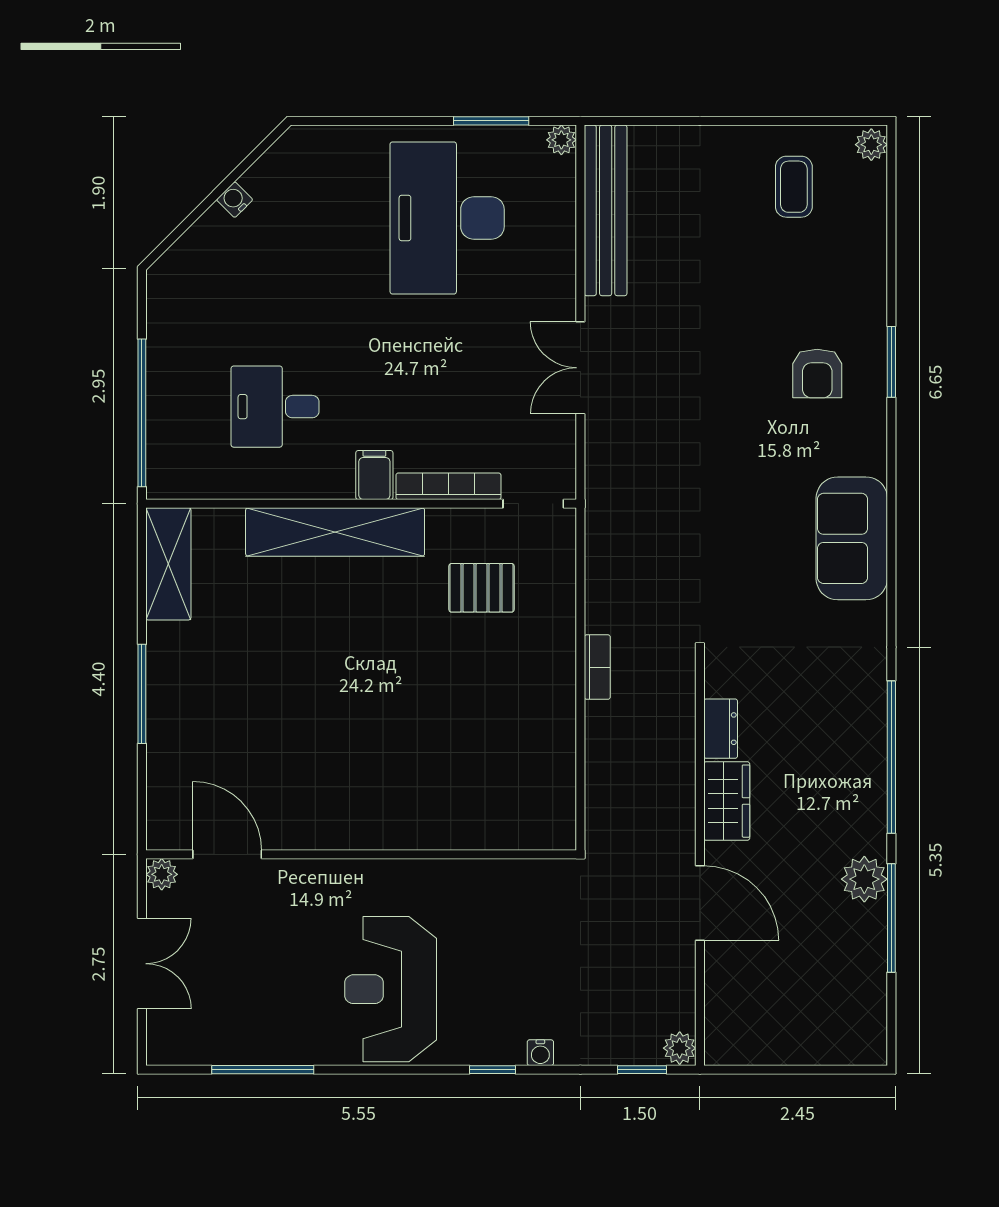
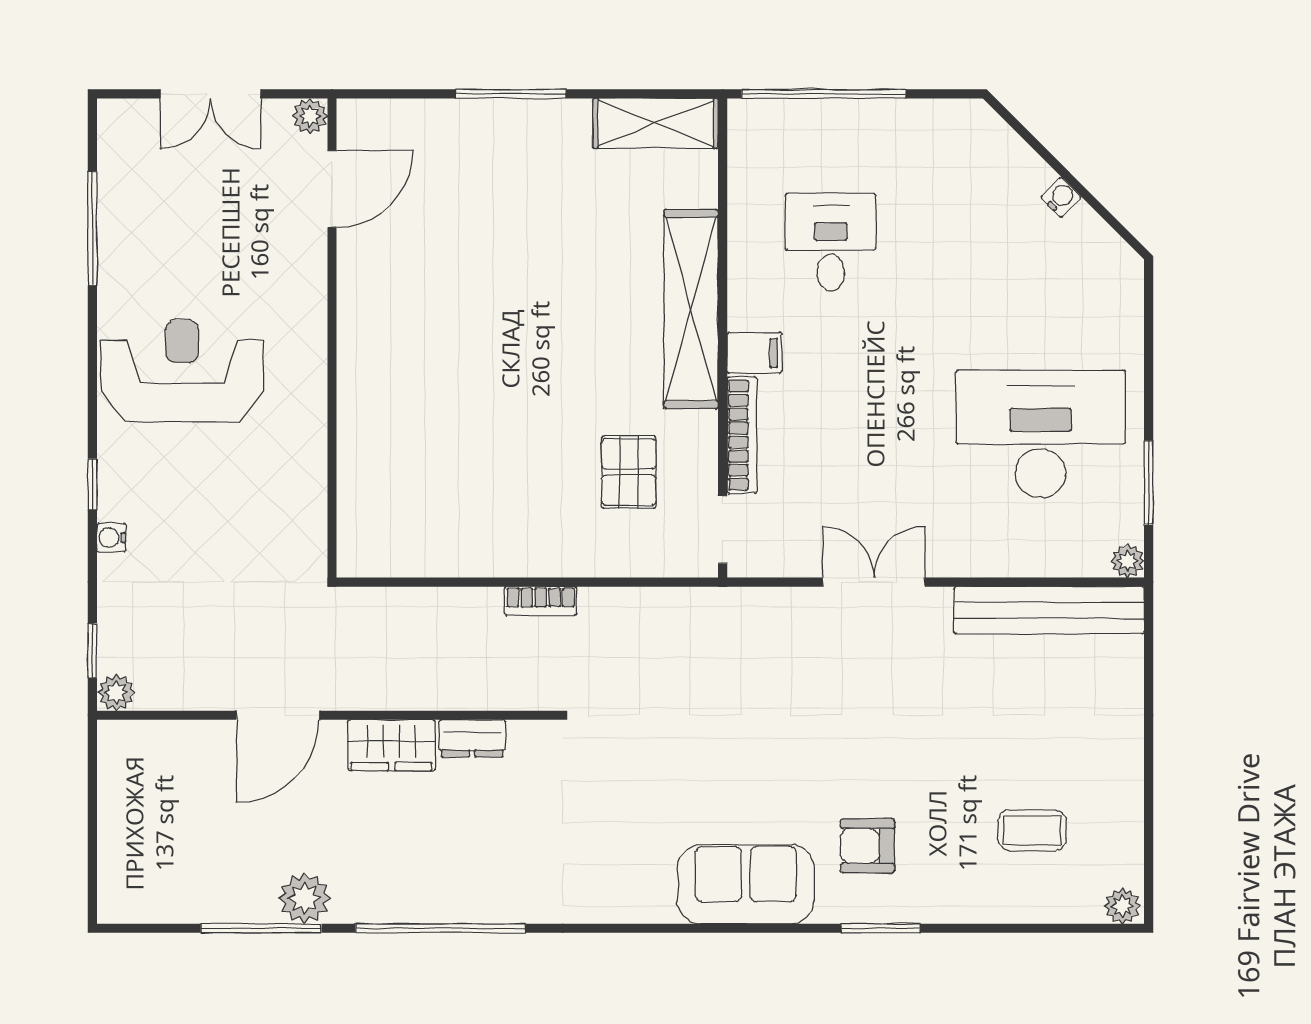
coffee table: (794, 187) -> (1032, 830), moved
sofa: (852, 538) -> (746, 884), moved

